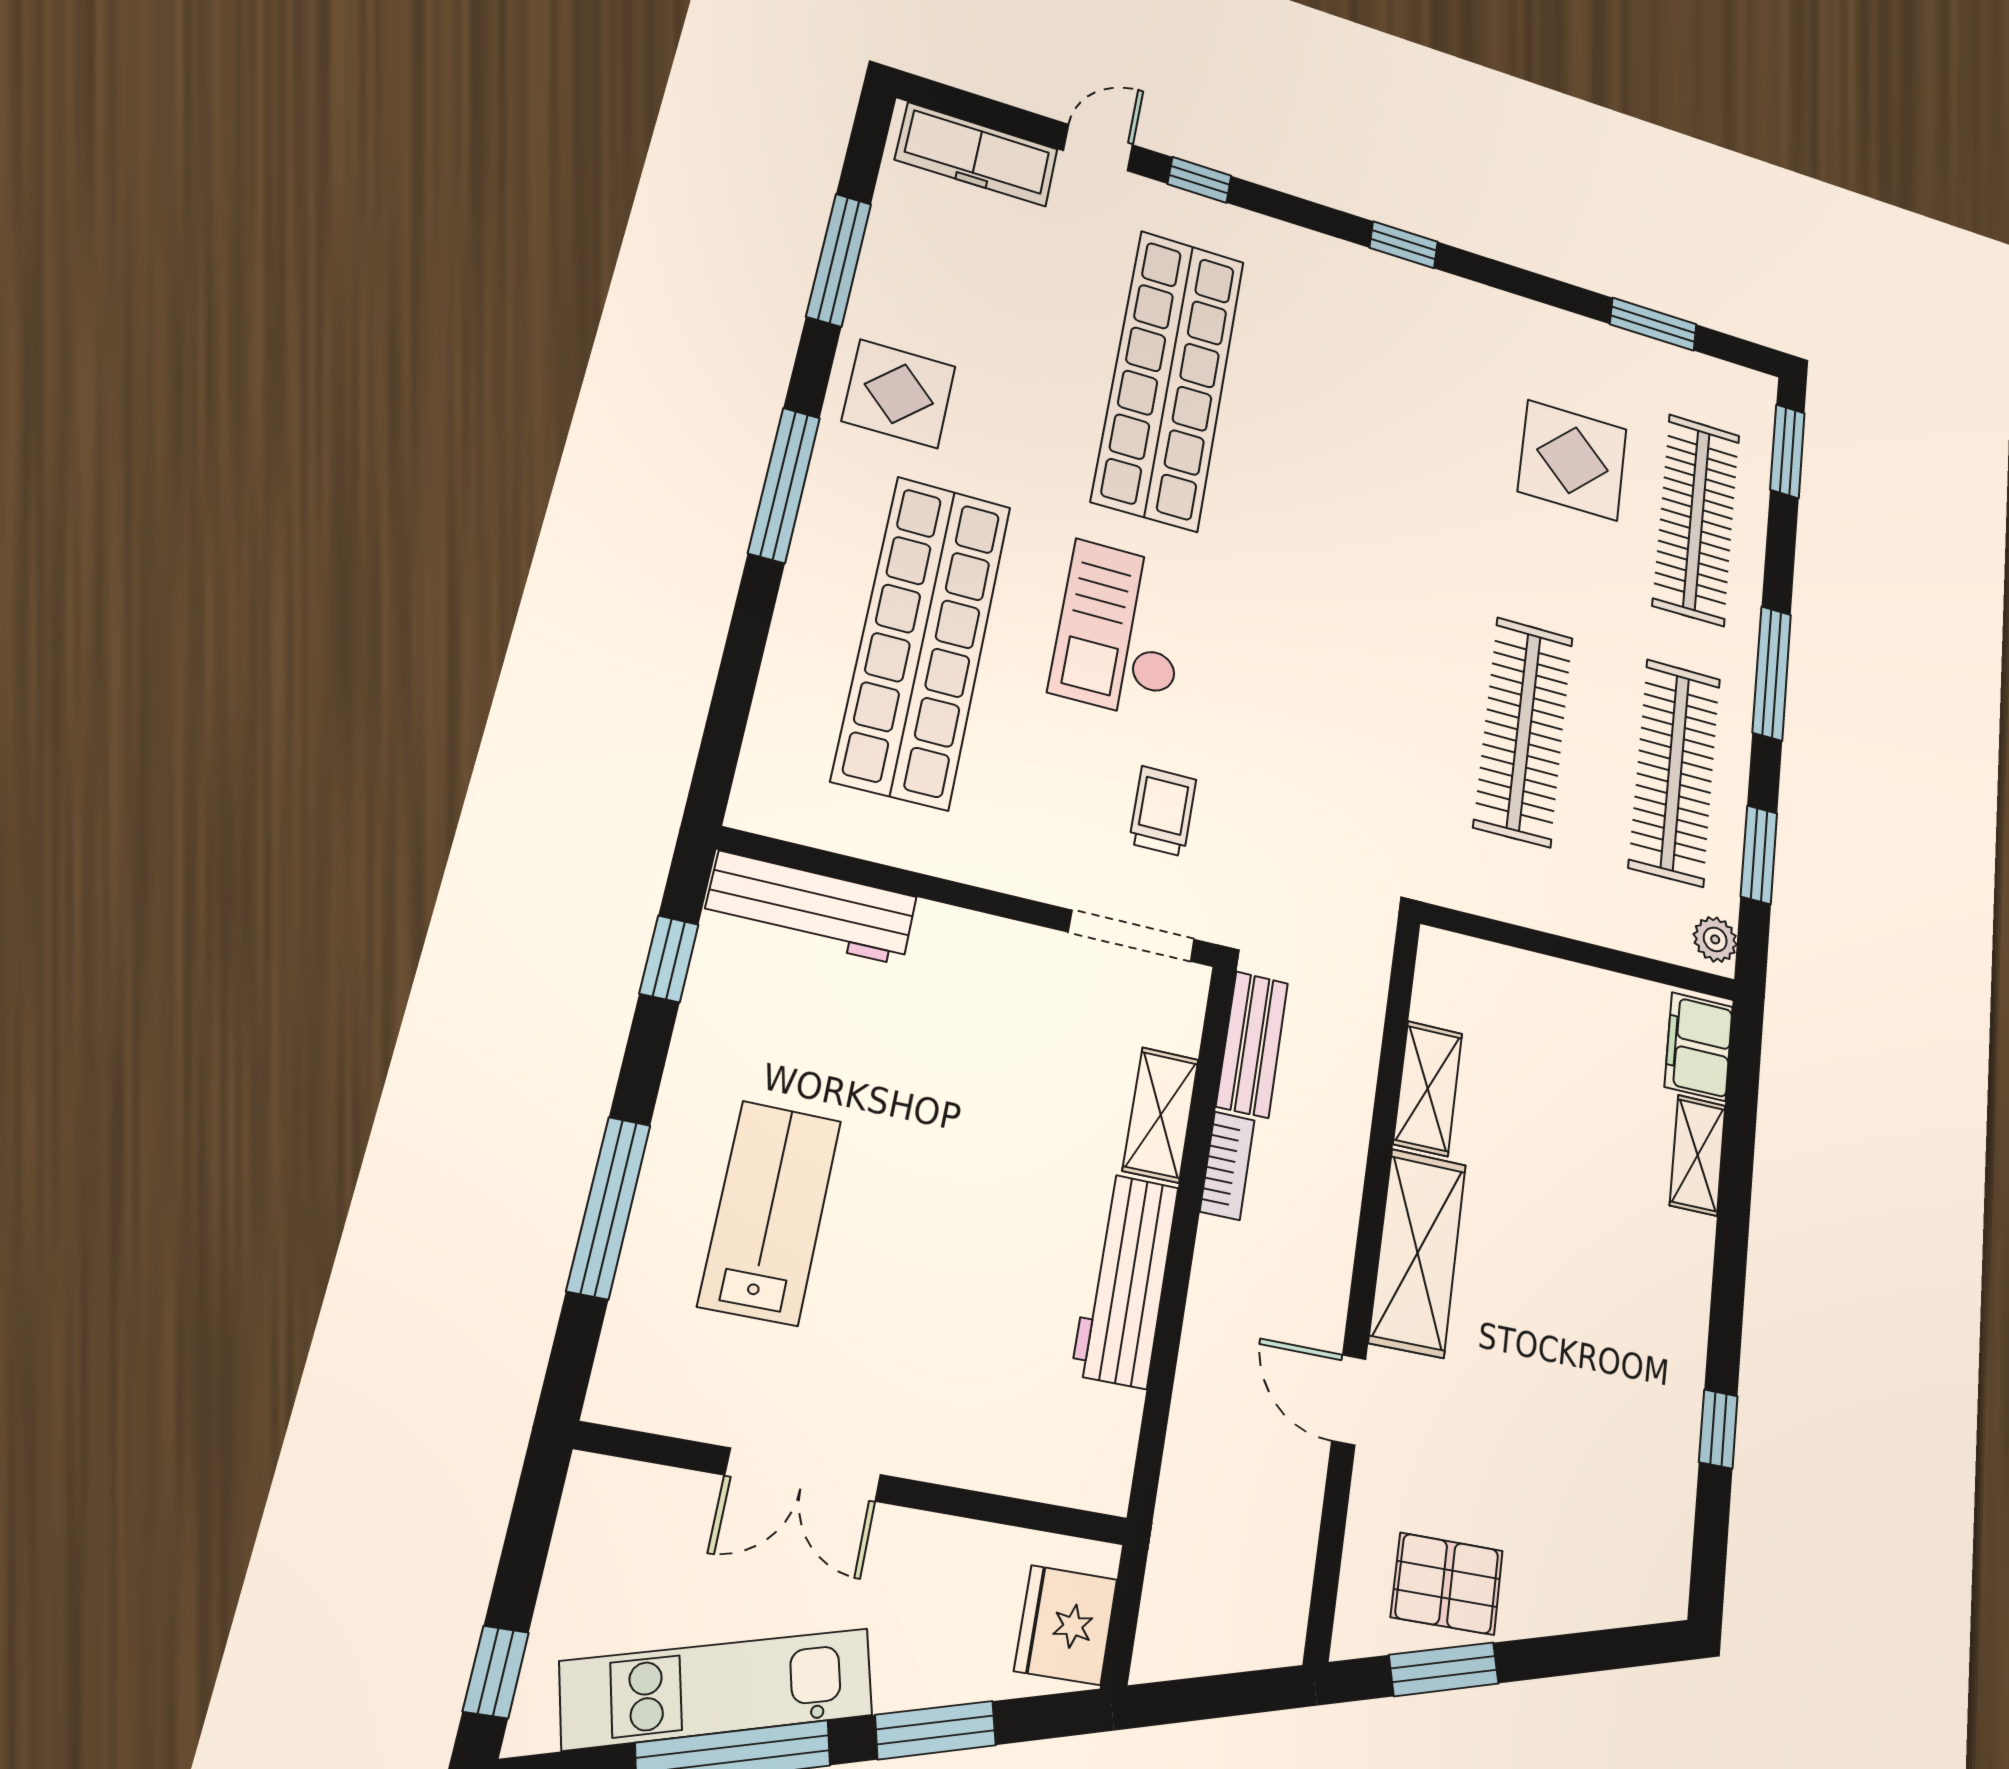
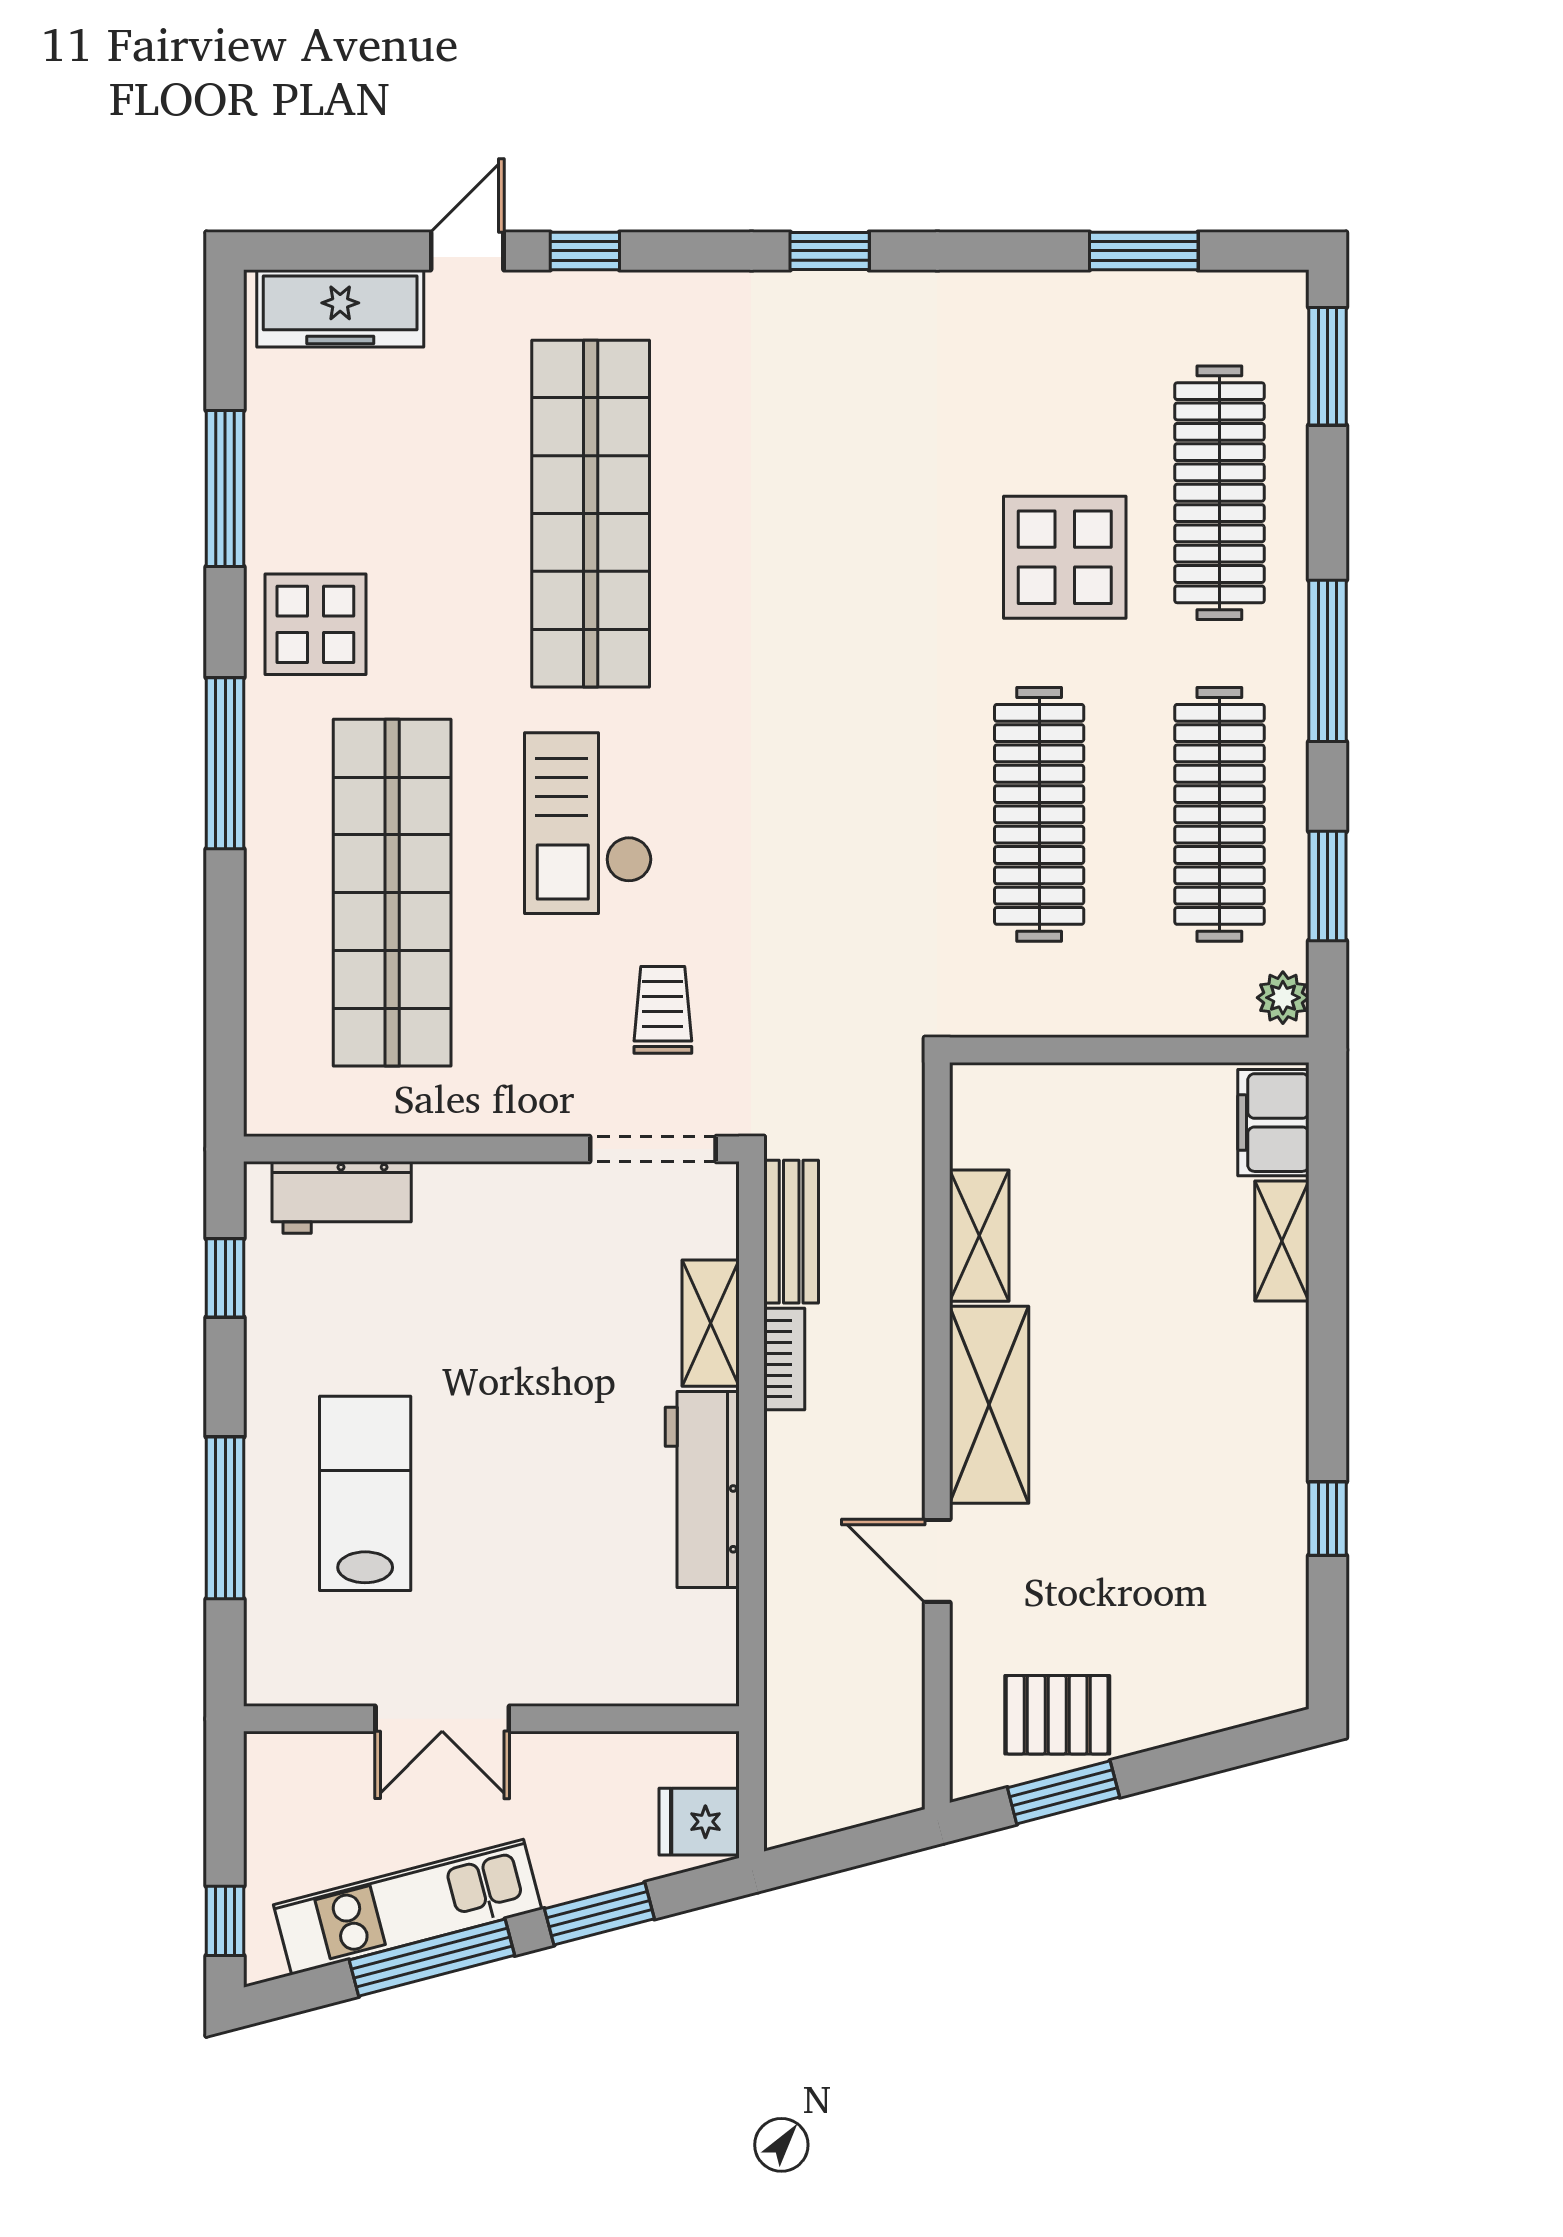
display table: (1572, 460) -> (1065, 557), moved
workbench: (811, 908) -> (342, 1197), width x0.73
fridge: (1066, 1625) -> (699, 1822), width x0.72

